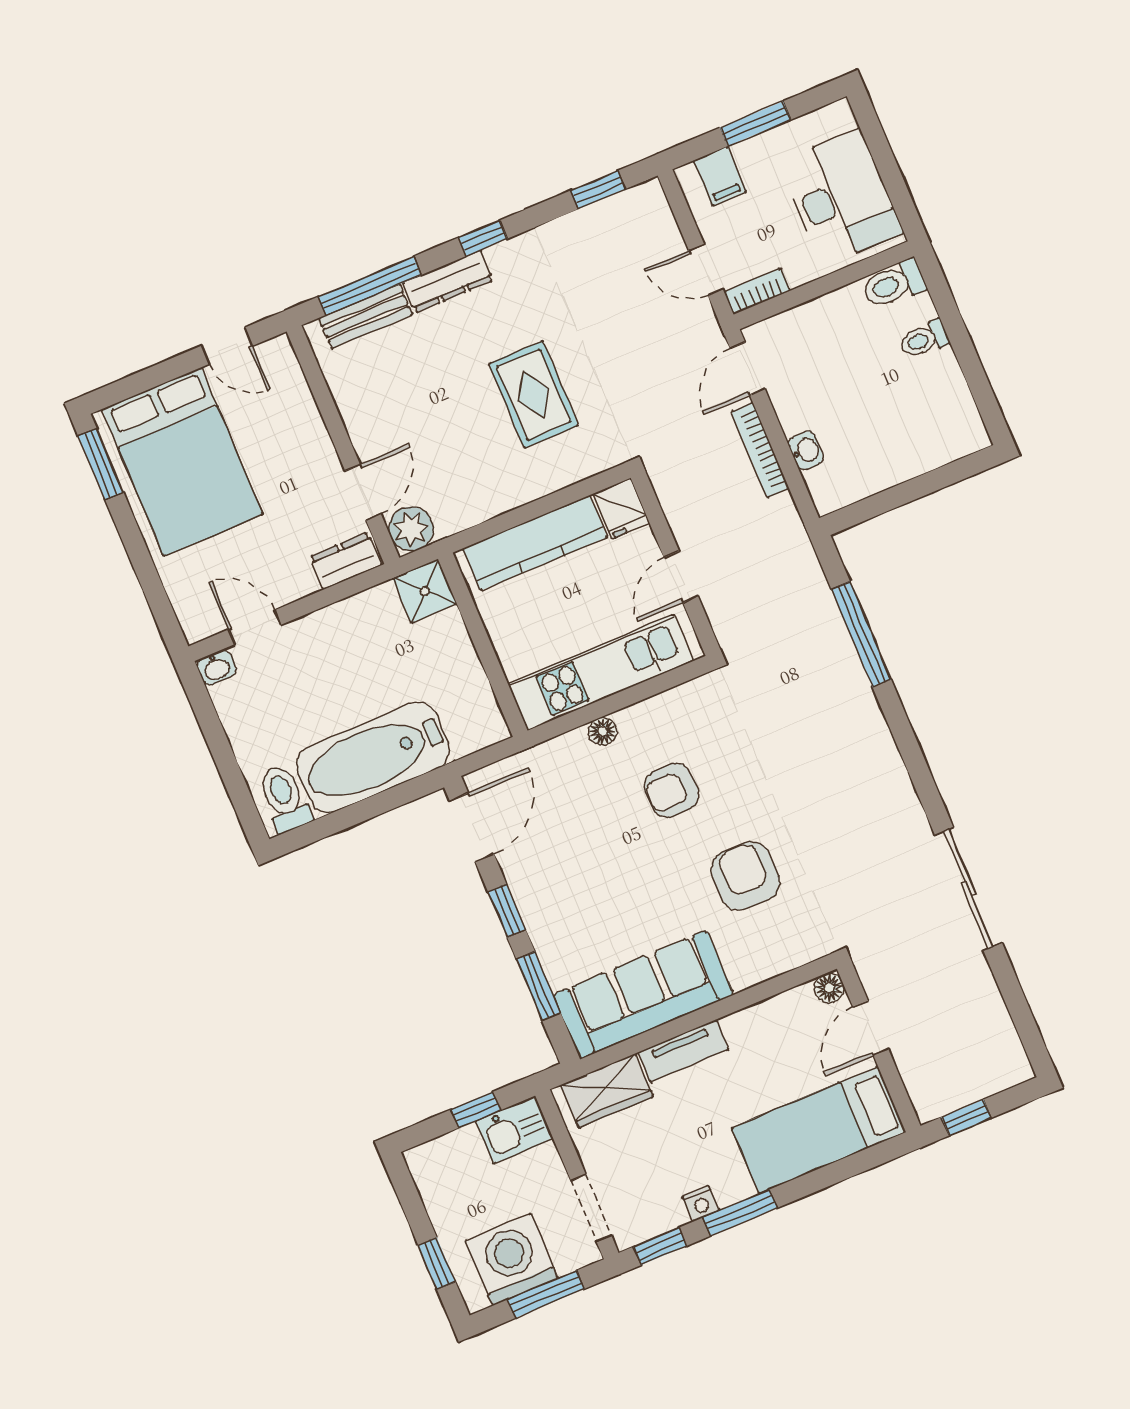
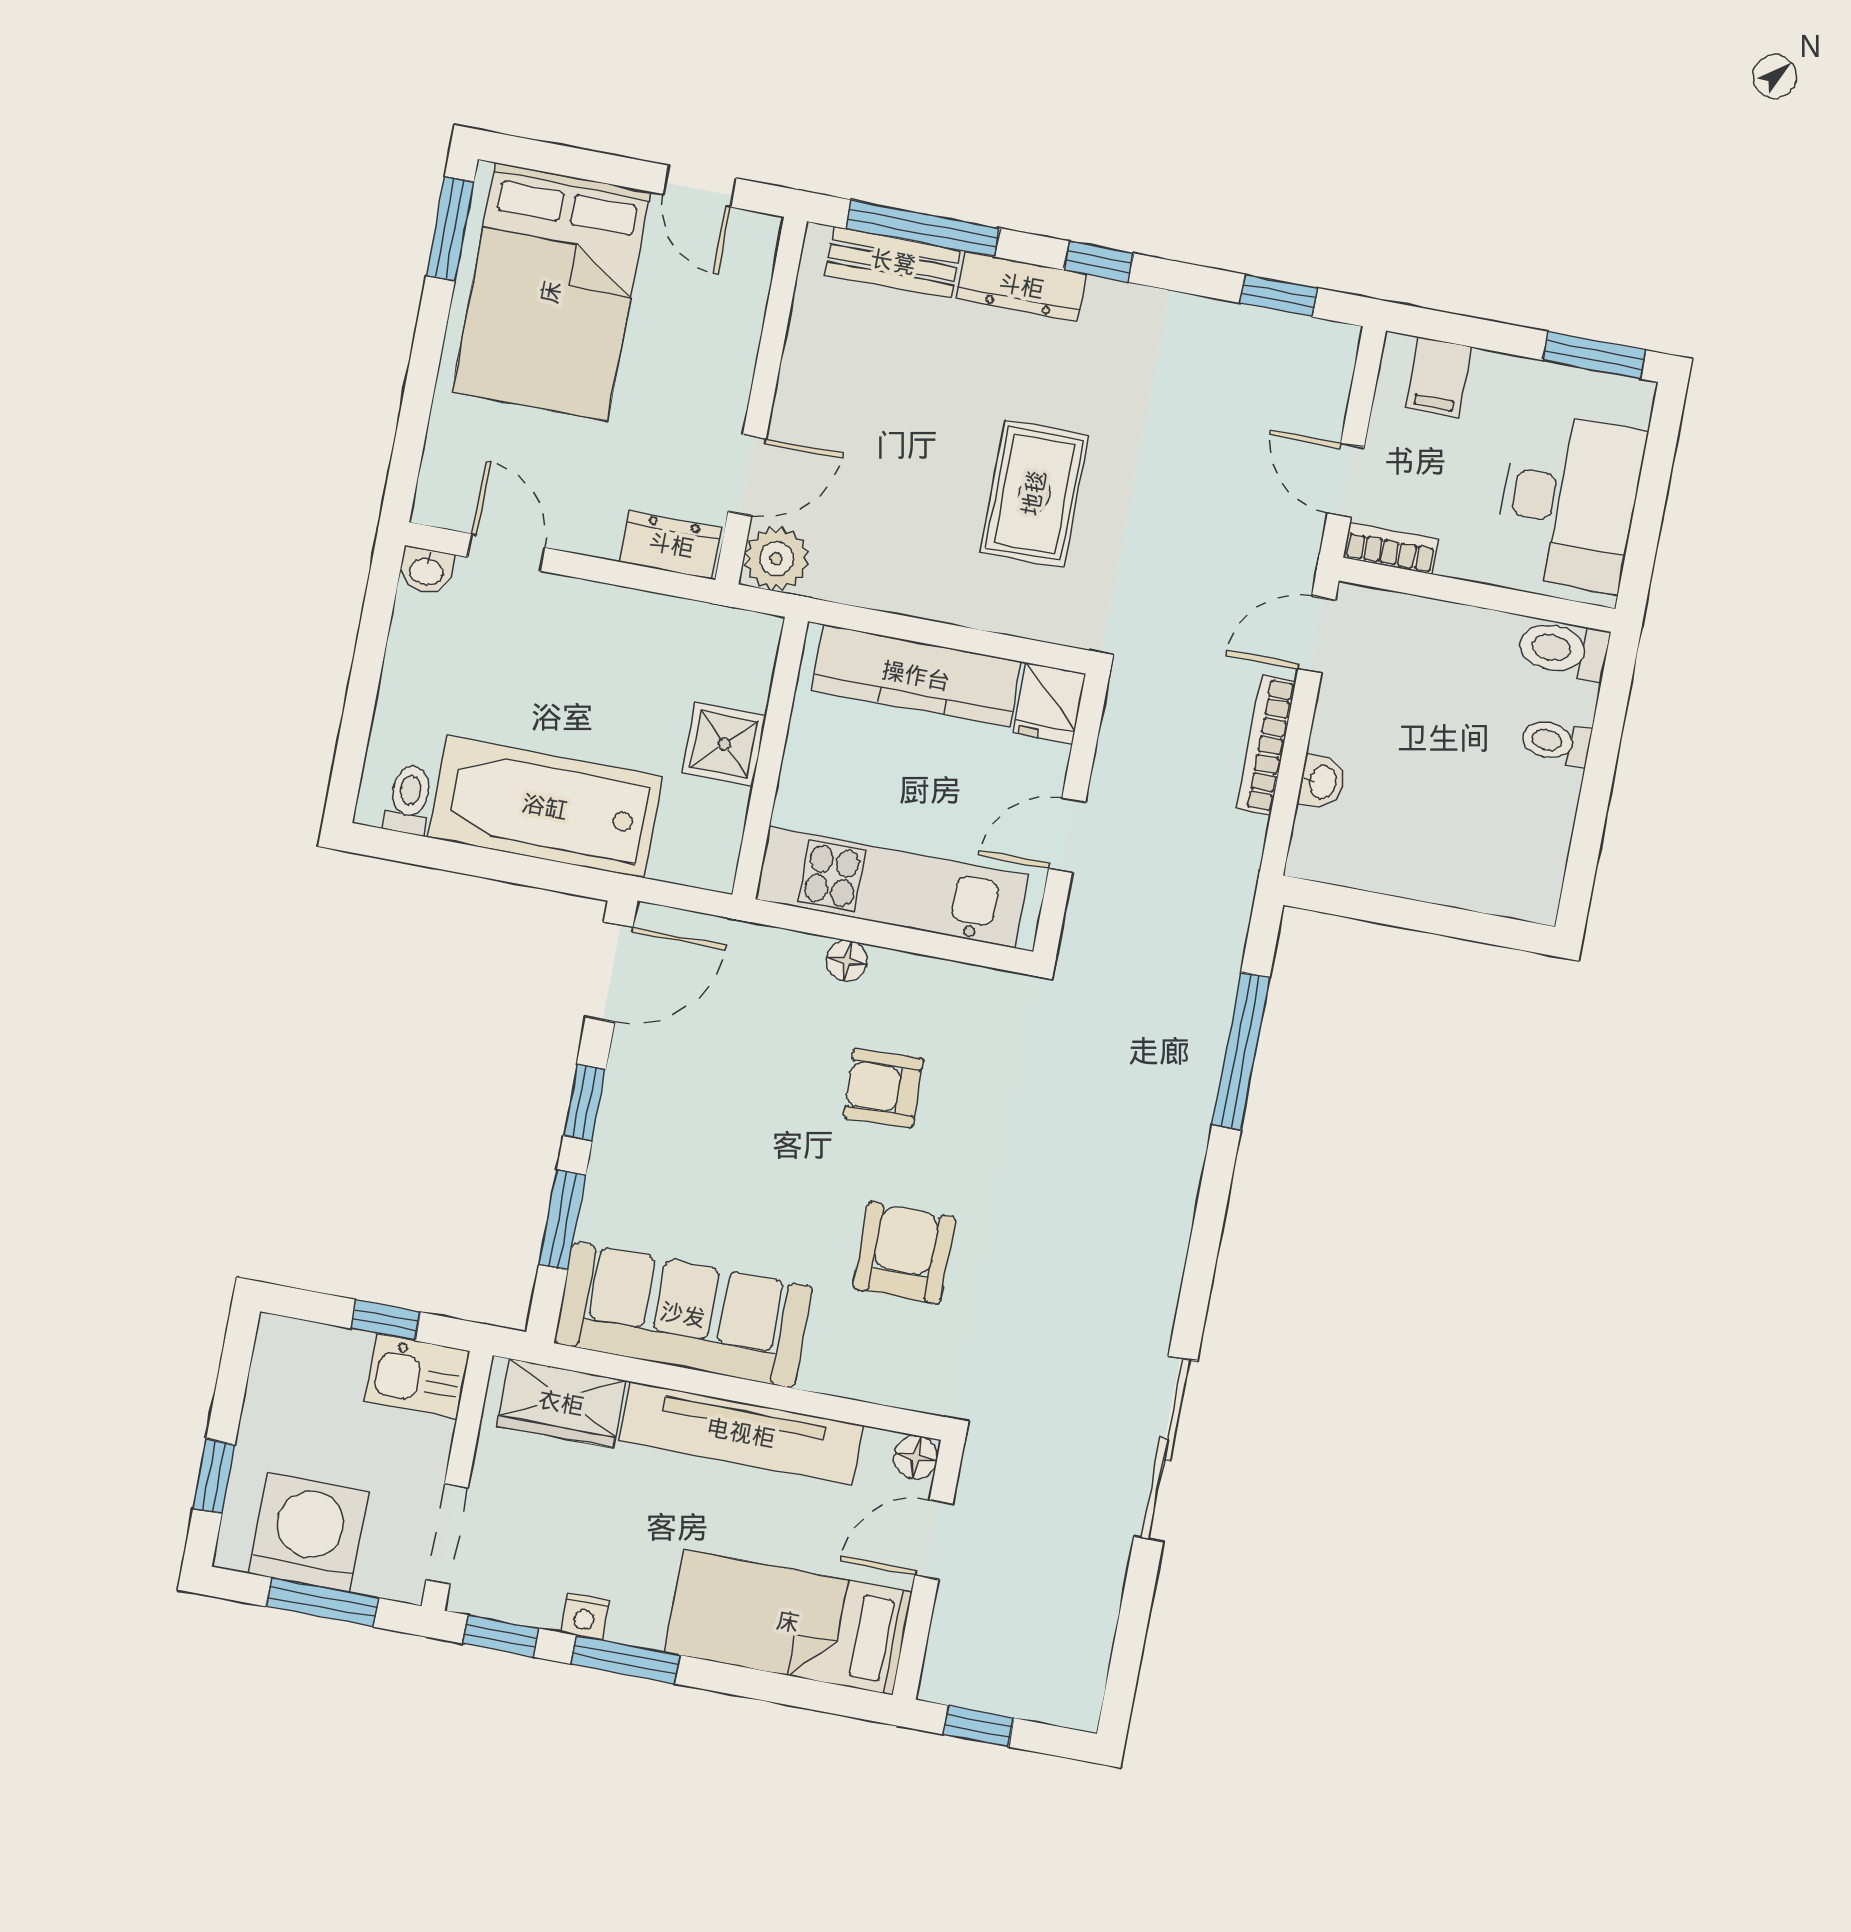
window: (755, 124) -> (1594, 355), moved
shower: (425, 591) -> (724, 744), moved
toilet: (284, 798) -> (409, 799), width x0.73, depth x0.72
tv unit: (683, 1051) -> (741, 1433), width x1.92, depth x1.29

